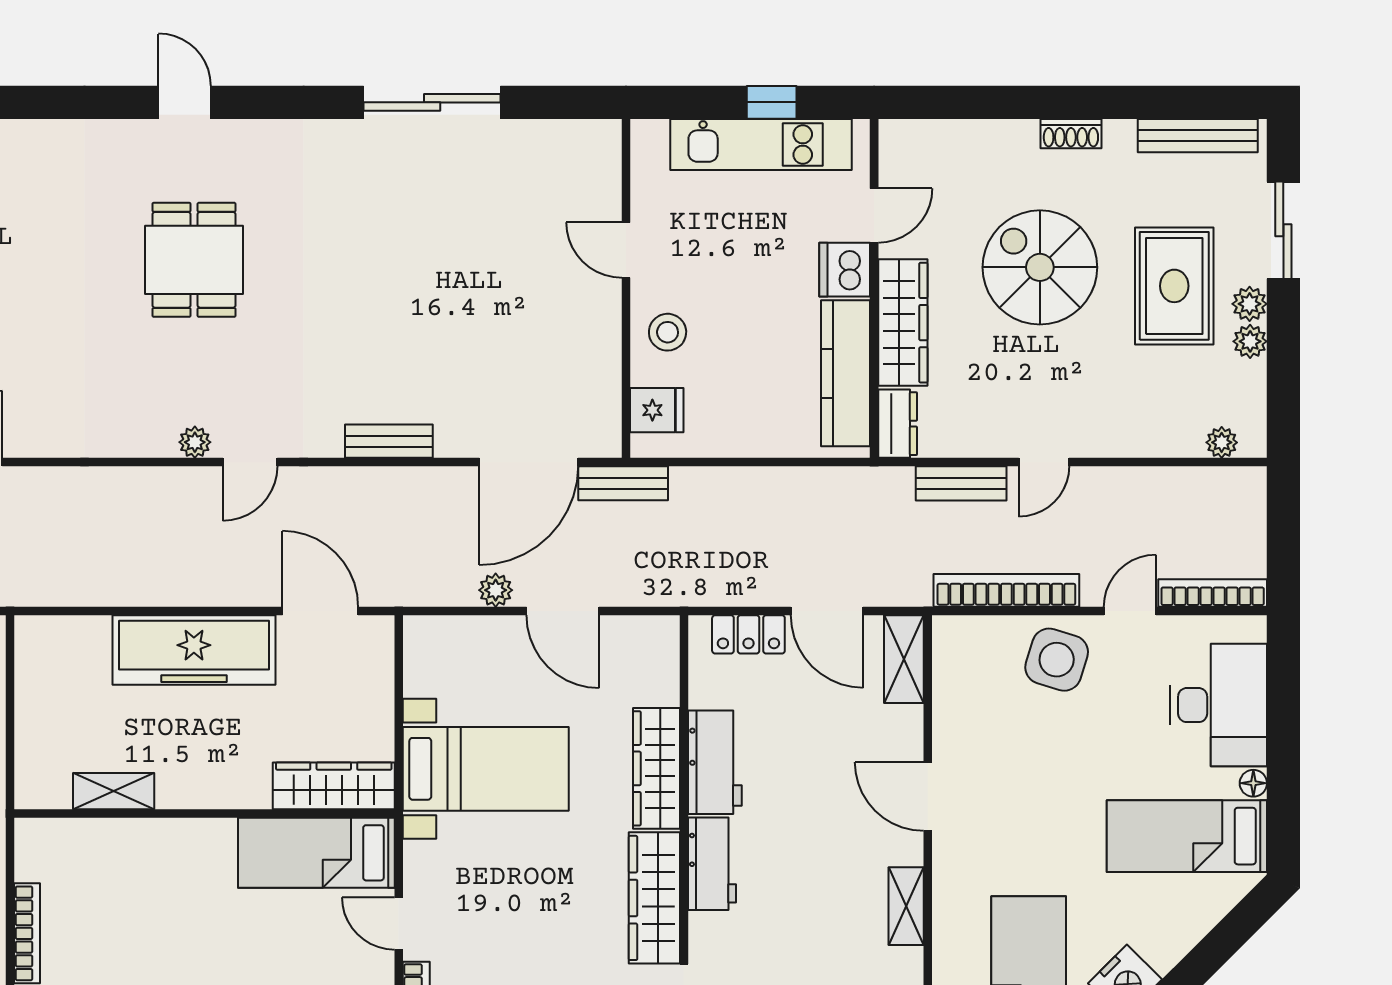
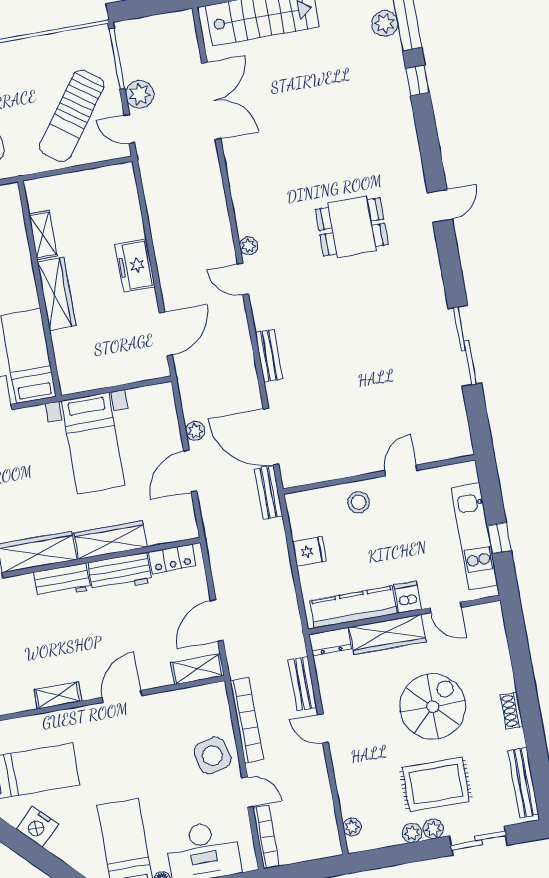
dishwasher: (845, 270) -> (408, 597), width x0.73
fridge: (657, 410) -> (309, 551), moved, turned -90
locker: (748, 634) -> (172, 559), moved, turned -90
freezer: (194, 650) -> (135, 266), width x0.52, depth x0.79
side table: (1057, 660) -> (212, 755), turned -31
wardrobe: (334, 786) -> (57, 294), moved

